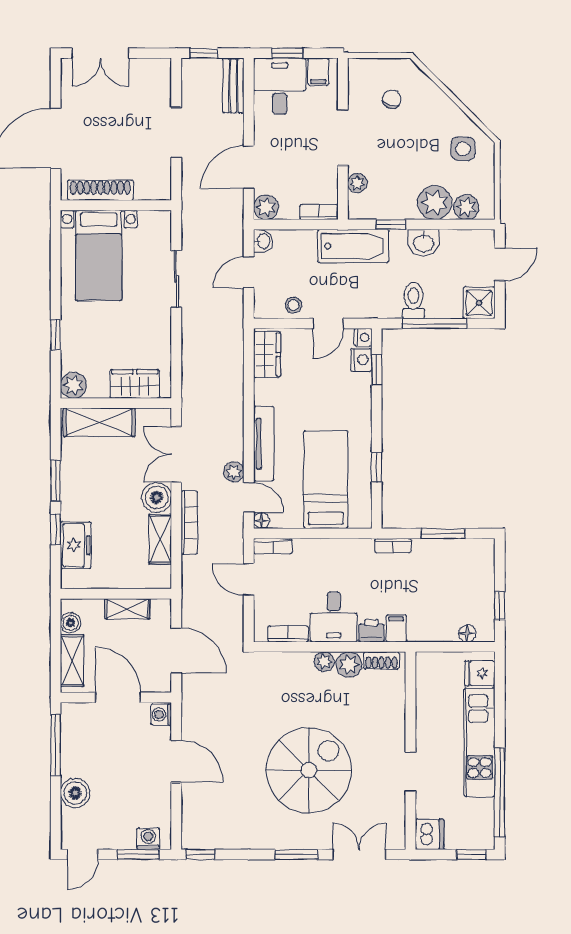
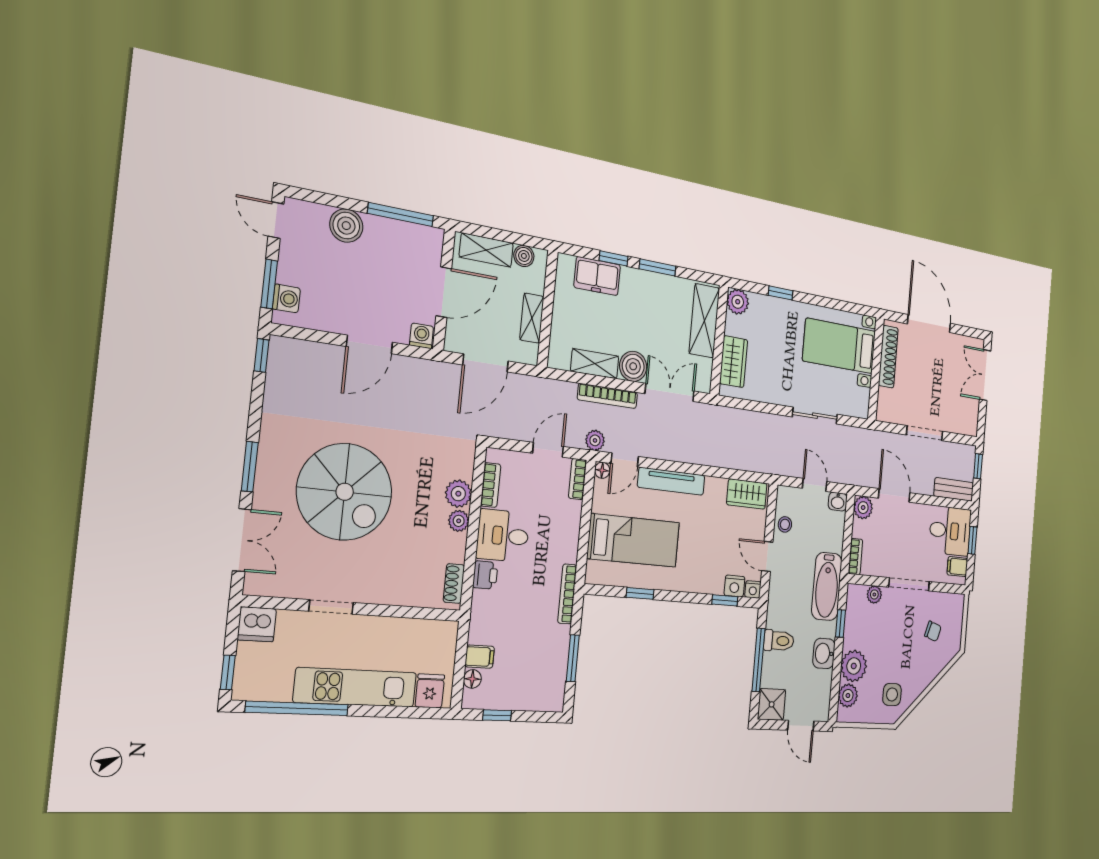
plant: (234, 472) -> (595, 440), moved
bookcase: (393, 546) -> (567, 594), width x1.56
filing cabinet: (396, 628) -> (480, 657), moved
plant: (349, 665) -> (458, 494), moved

